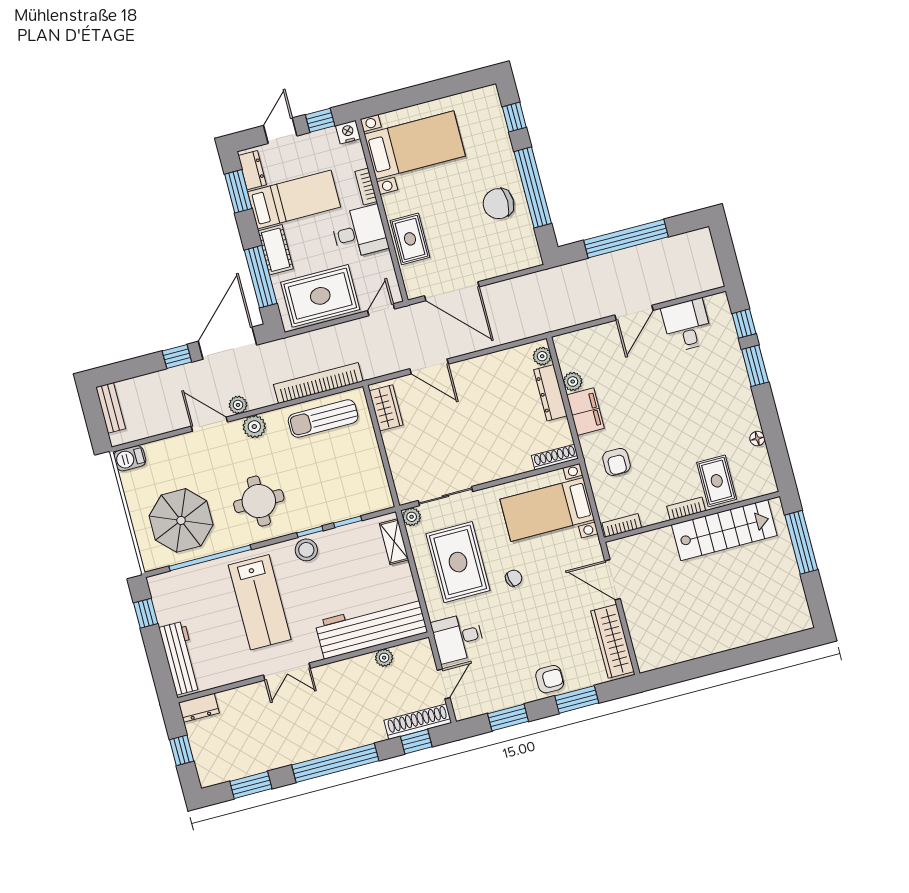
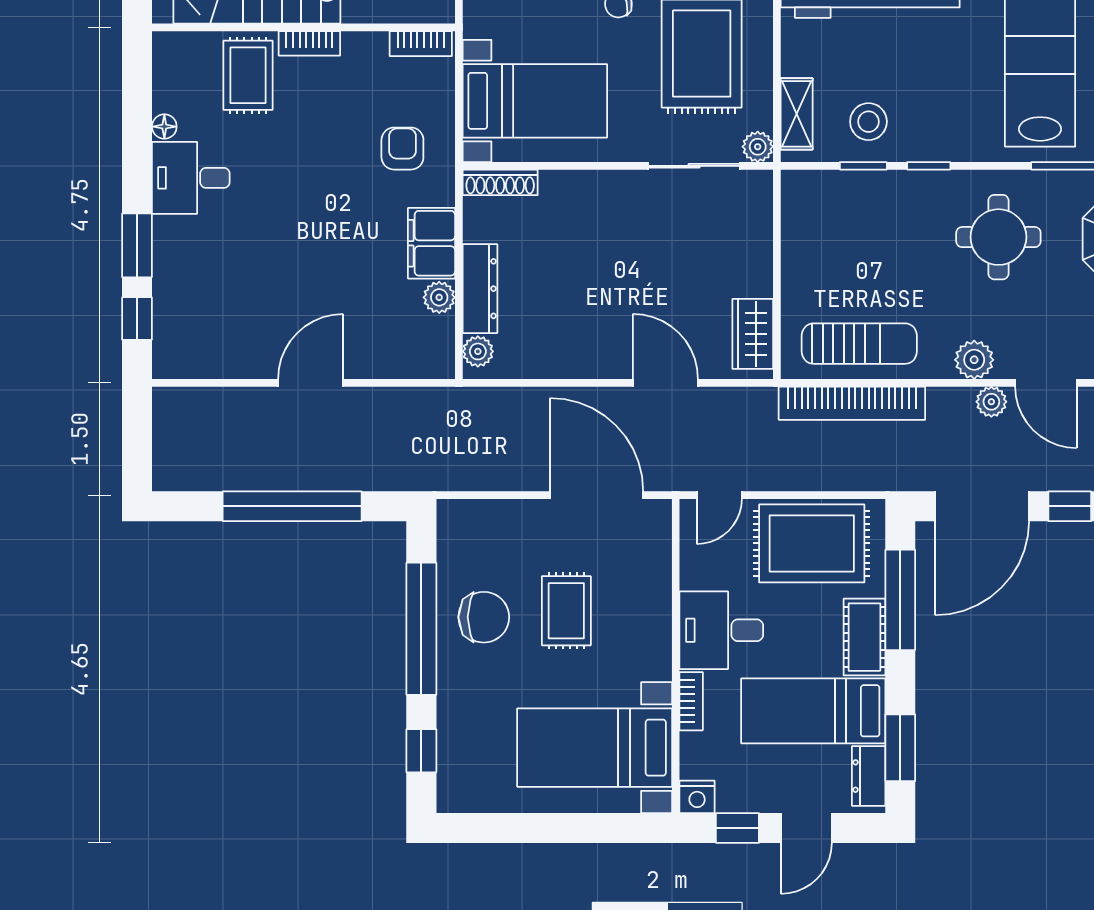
rug: (410, 239) -> (566, 611), moved
desk: (687, 325) -> (191, 178), moved, turned 90
stool: (306, 550) -> (868, 122), moved

